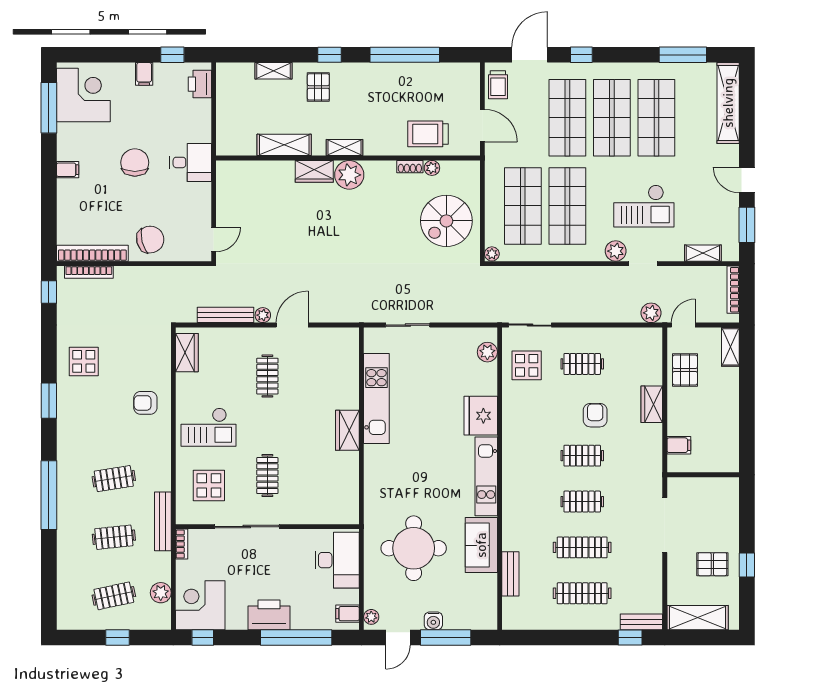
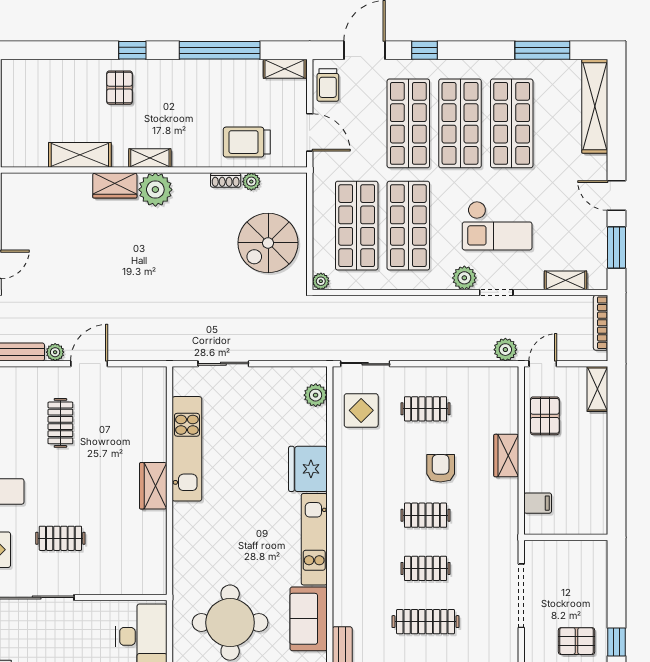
shelving: (273, 71) -> (285, 69), moved
clothes rail: (267, 476) -> (60, 538), turned 90

